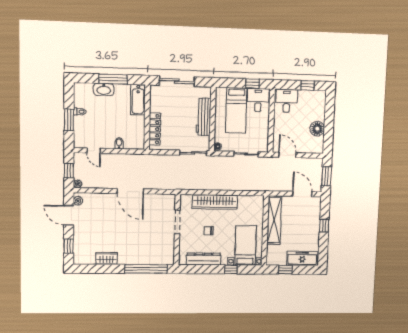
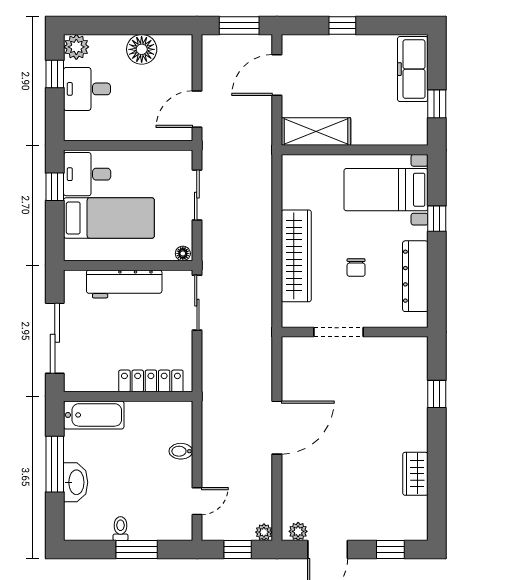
plant: (320, 97) -> (76, 47), added
desk: (287, 101) -> (87, 89), moved
shelving: (274, 220) -> (316, 132), width x0.68
window: (146, 269) -> (437, 394), width x0.32

